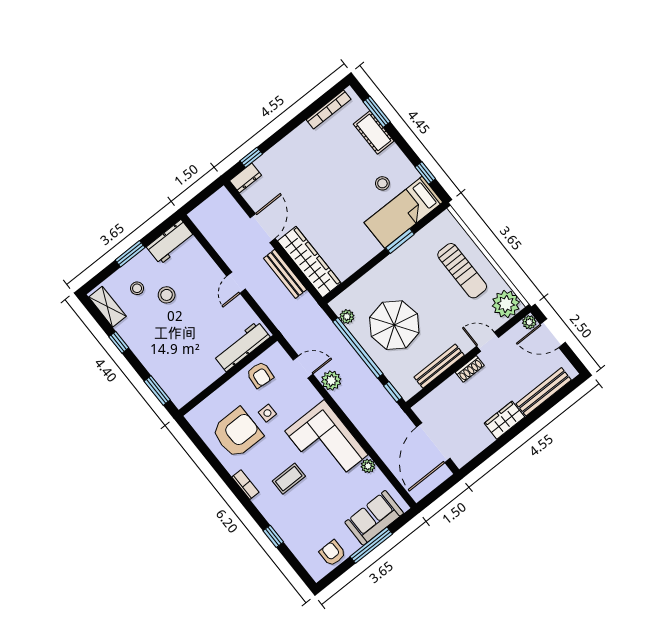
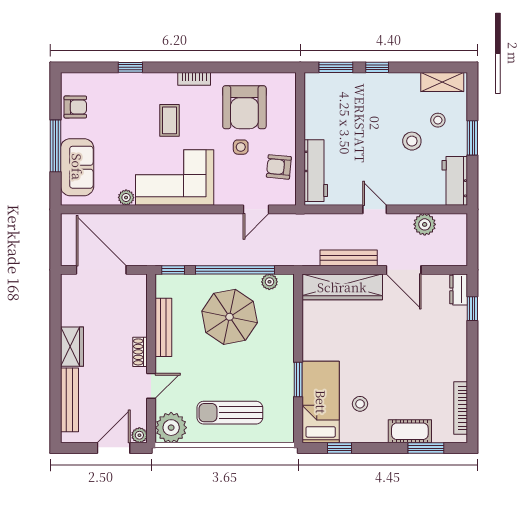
window: (119, 342) -> (377, 67), moved
plant: (331, 380) -> (425, 224), moved

